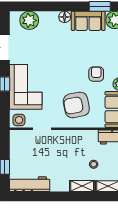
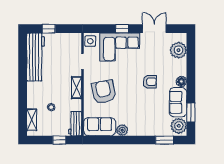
armchair: (96, 74) -> (150, 82), moved
workbench: (30, 184) -> (36, 57), width x1.36, depth x1.32
shelving: (82, 186) -> (76, 88), moved

